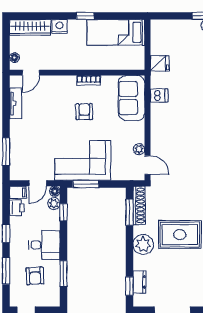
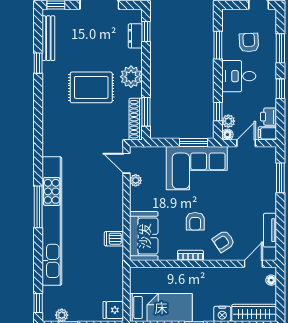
fridge: (160, 63) -> (113, 310), moved
armchair: (58, 93) -> (224, 241), added

